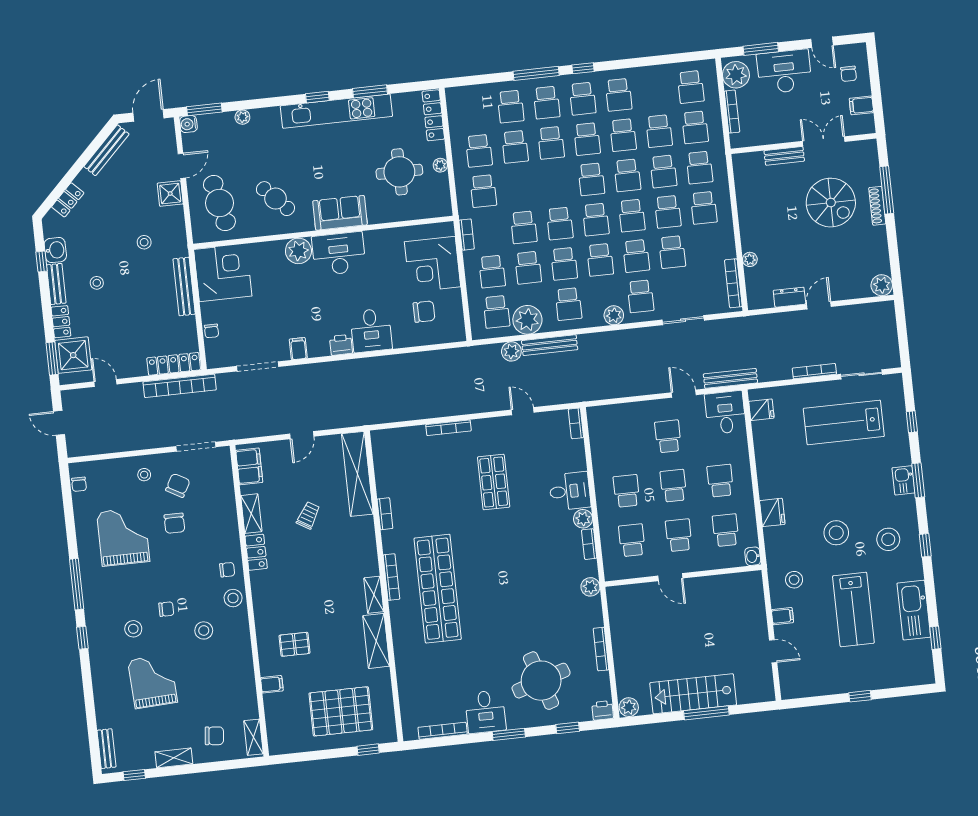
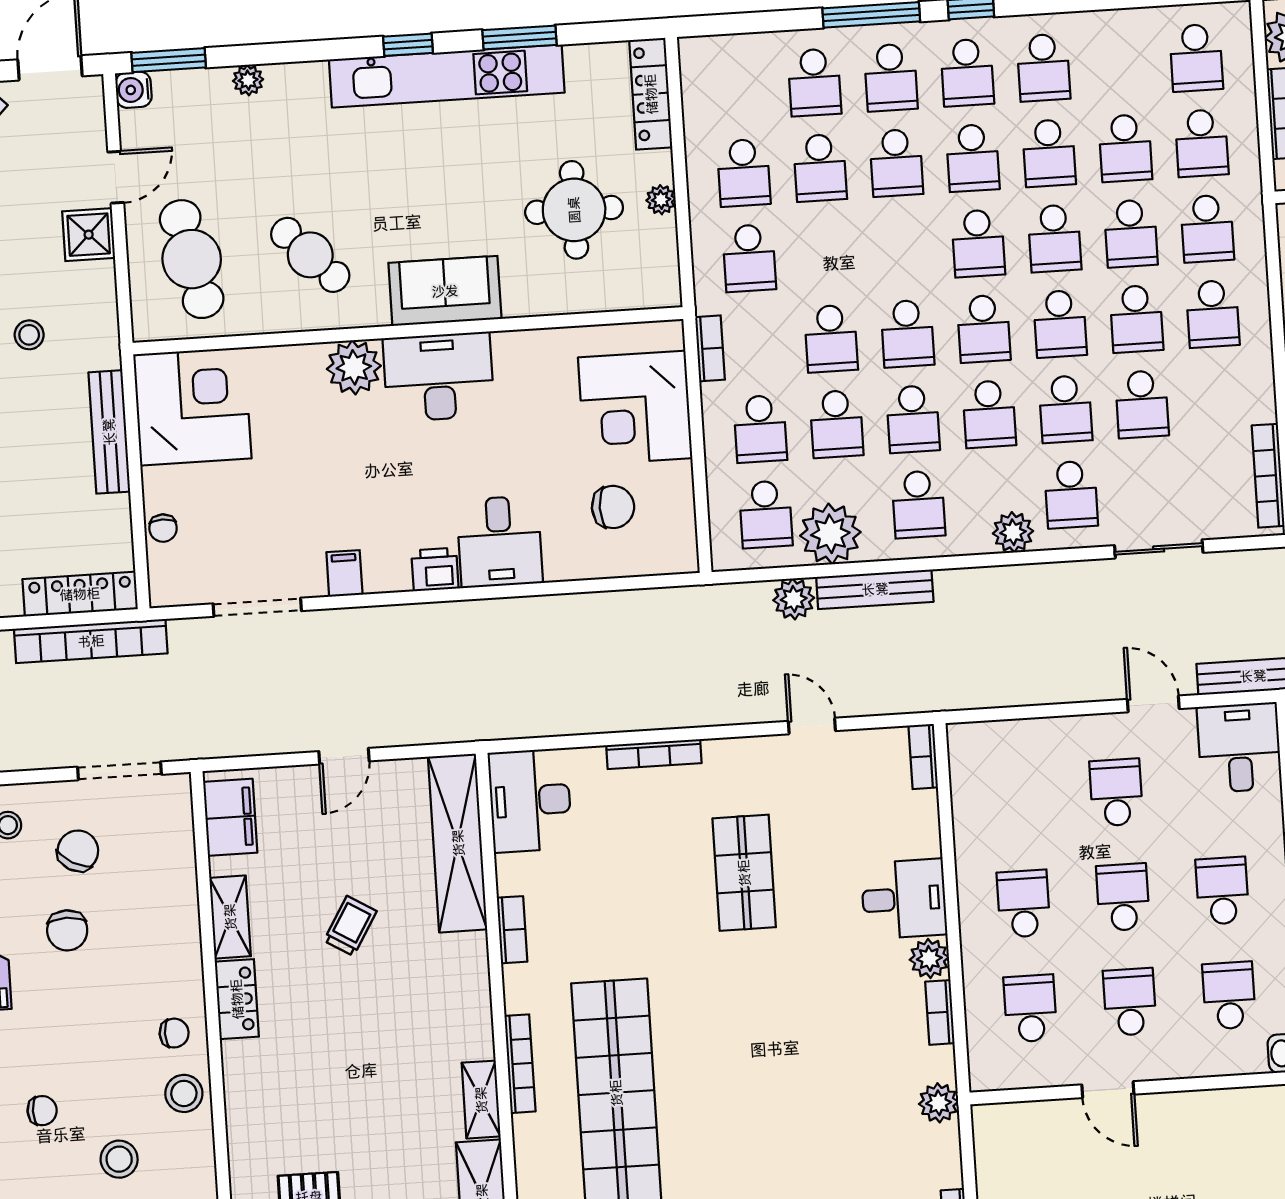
desk: (391, 452) -> (530, 800), added

